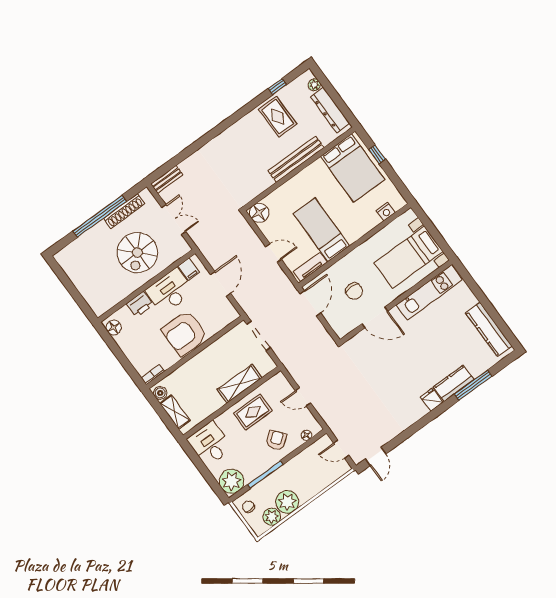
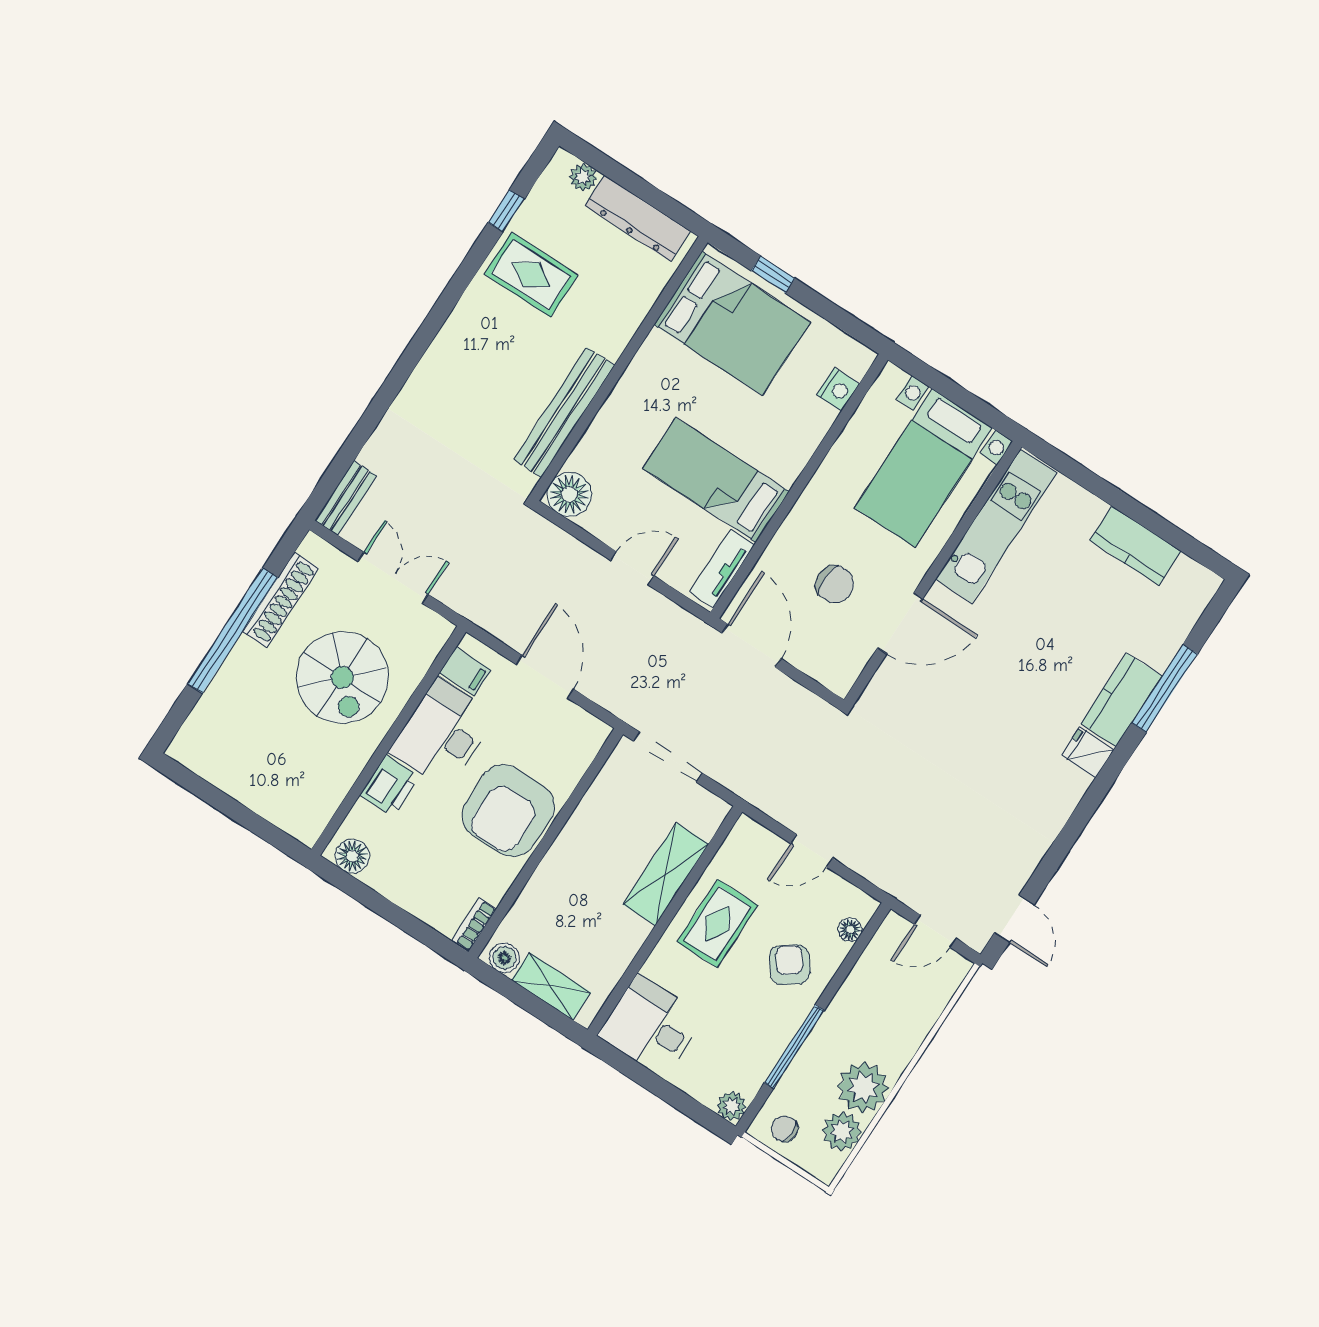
bench: (296, 159) -> (564, 412), moved
kitchen counter: (489, 329) -> (1135, 546), width x0.67
plant: (232, 481) -> (732, 1106), width x0.53, depth x0.53

